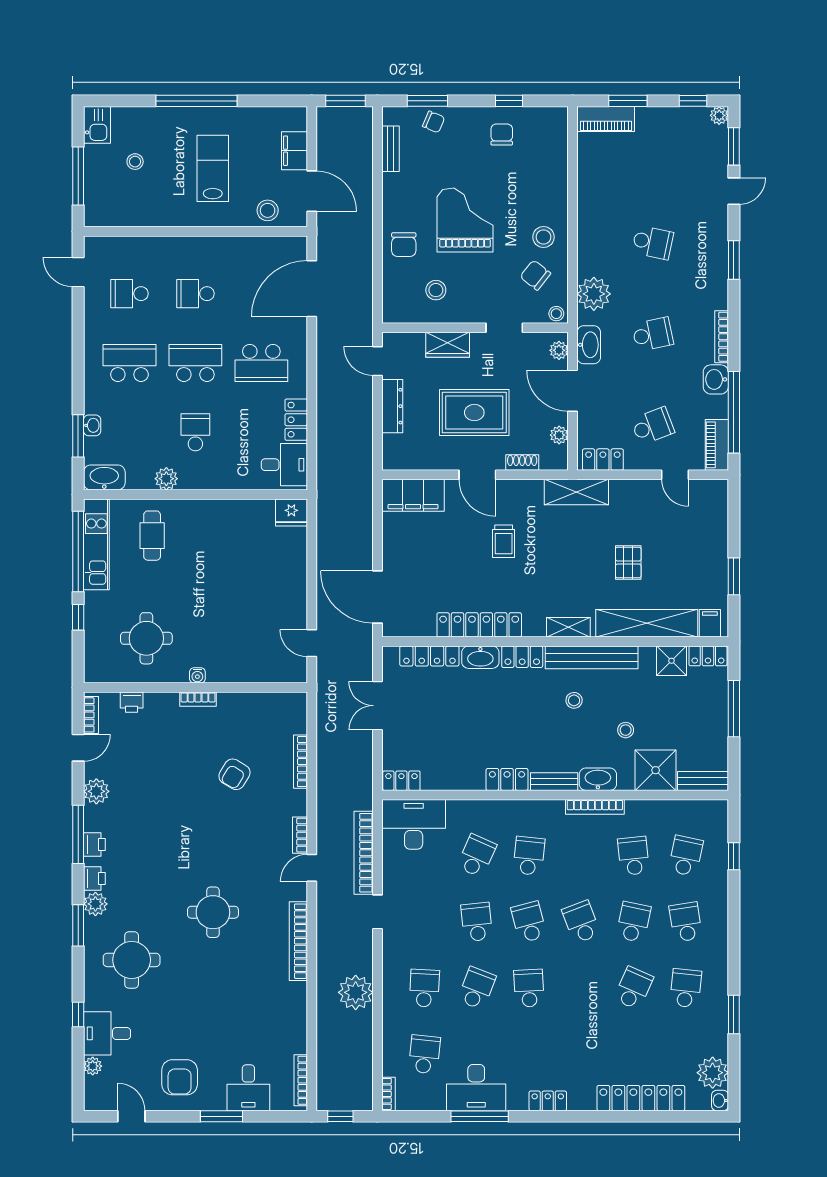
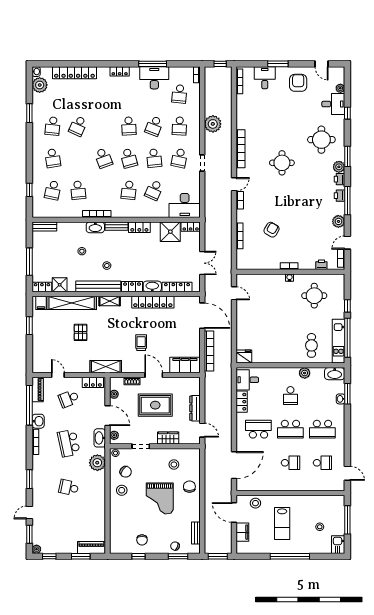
school desk: (653, 334) -> (69, 443), width x1.85
shower: (656, 770) -> (170, 232), moved
bookcase: (364, 853) -> (209, 351), moved
school desk: (633, 922) -> (179, 158), moved

